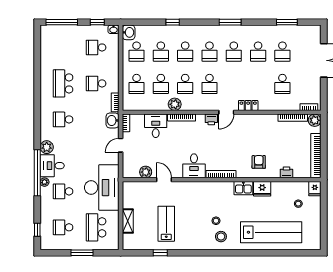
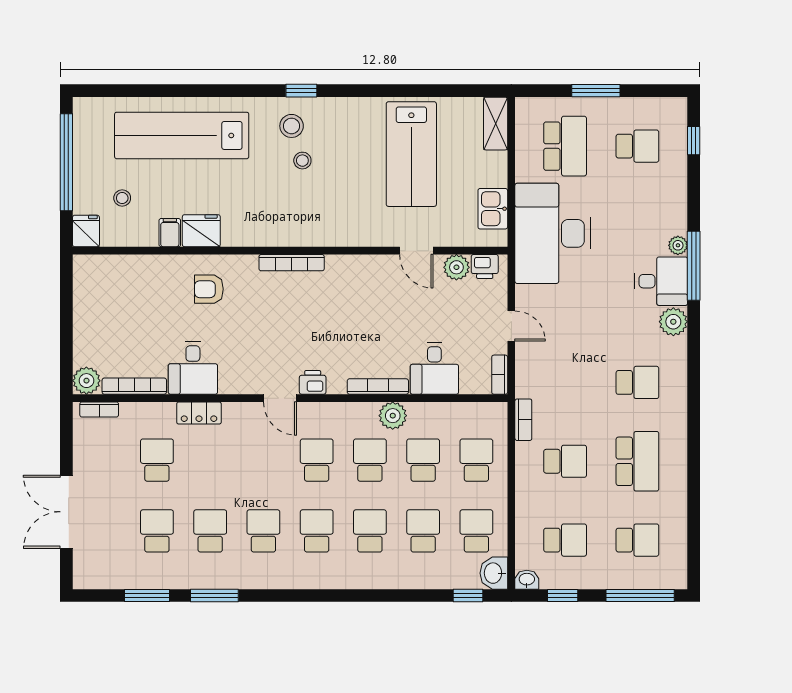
window: (173, 22) -> (468, 595), moved
window: (230, 22) -> (214, 595), moved
locker: (248, 105) -> (199, 413), moved
door: (226, 112) -> (280, 398), swing flipped
washbasin: (113, 120) -> (529, 380), removed
door: (121, 145) -> (511, 326), hinge flipped
bookcase: (316, 156) -> (84, 303), removed
armchair: (259, 162) -> (209, 289), turned 90
desk: (194, 166) -> (193, 368), moved, turned 180
printer: (286, 172) -> (485, 266), moved
window: (37, 173) -> (694, 266), width x0.68
kitchen sink: (243, 188) -> (493, 209), moved, turned -90
filing cabinet: (277, 188) -> (170, 233), added
school desk: (63, 191) -> (637, 540), moved
window: (324, 220) -> (66, 162), added
shelving: (128, 221) -> (496, 124), moved
lab bench: (166, 224) -> (411, 154), width x1.36, depth x1.39
window: (160, 253) -> (301, 91), moved

